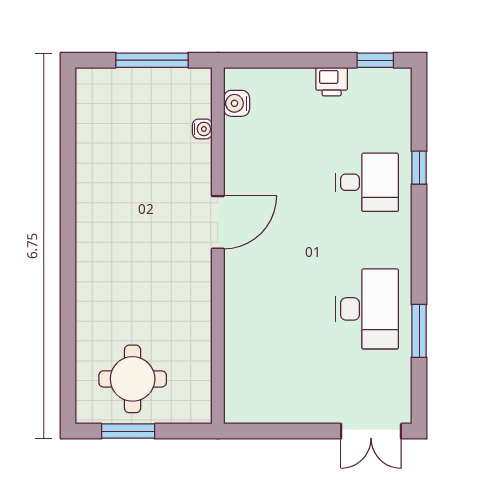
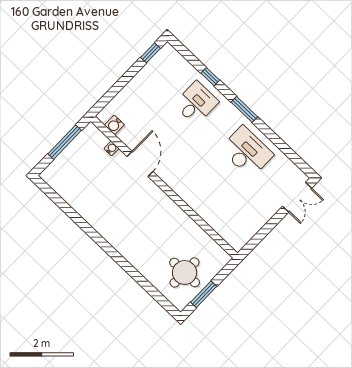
printer: (332, 82) -> (142, 79), removed
door: (218, 222) -> (140, 164), moved
window: (419, 331) -> (244, 109), moved

